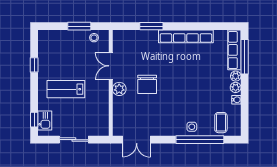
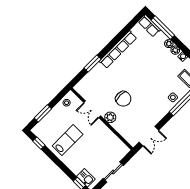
window: (79, 26) -> (43, 113), moved
row of seats: (234, 50) -> (149, 26), width x0.68
window: (34, 65) -> (39, 143), moved
lab bench: (66, 89) -> (68, 140), moved, turned 180

